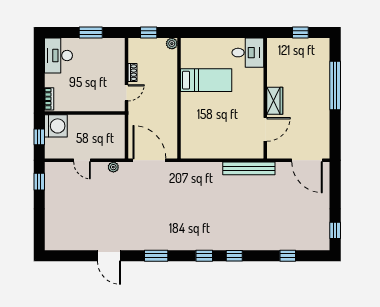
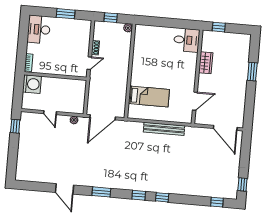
window: (300, 32) -> (219, 27), moved
bed: (206, 80) -> (149, 96), moved
window: (335, 86) -> (252, 72), width x0.47
wardrobe: (275, 101) -> (206, 63), moved
window: (39, 137) -> (18, 91), removed
door: (149, 160) -> (103, 117), swing flipped
bench: (249, 168) -> (164, 129), moved
window: (288, 256) -> (217, 202), moved

